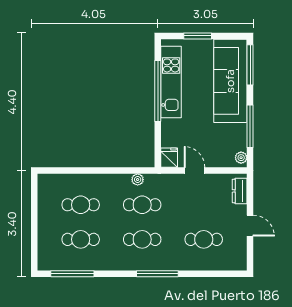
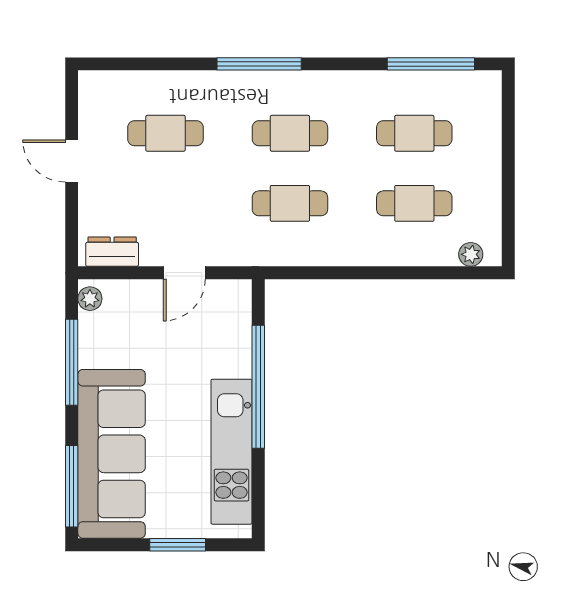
window: (158, 91) -> (258, 387), moved
fridge: (169, 158) -> (235, 299), removed
door: (194, 170) -> (184, 273), hinge flipped
plant: (138, 180) -> (471, 254), moved
dresser: (240, 191) -> (112, 252), moved, turned -90

